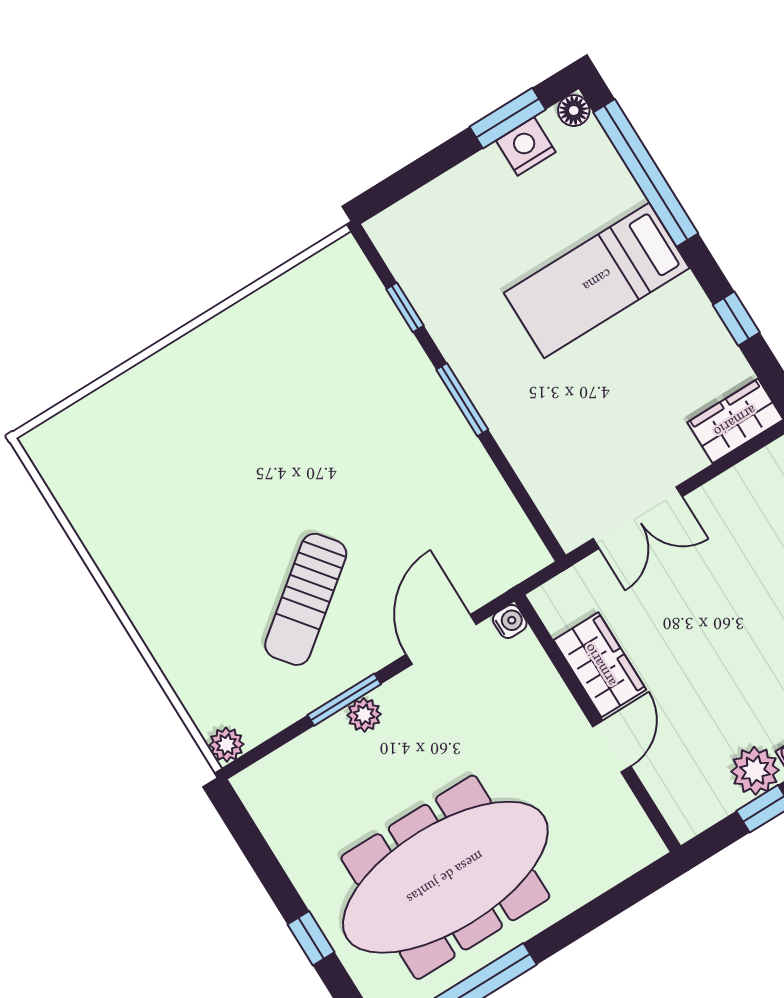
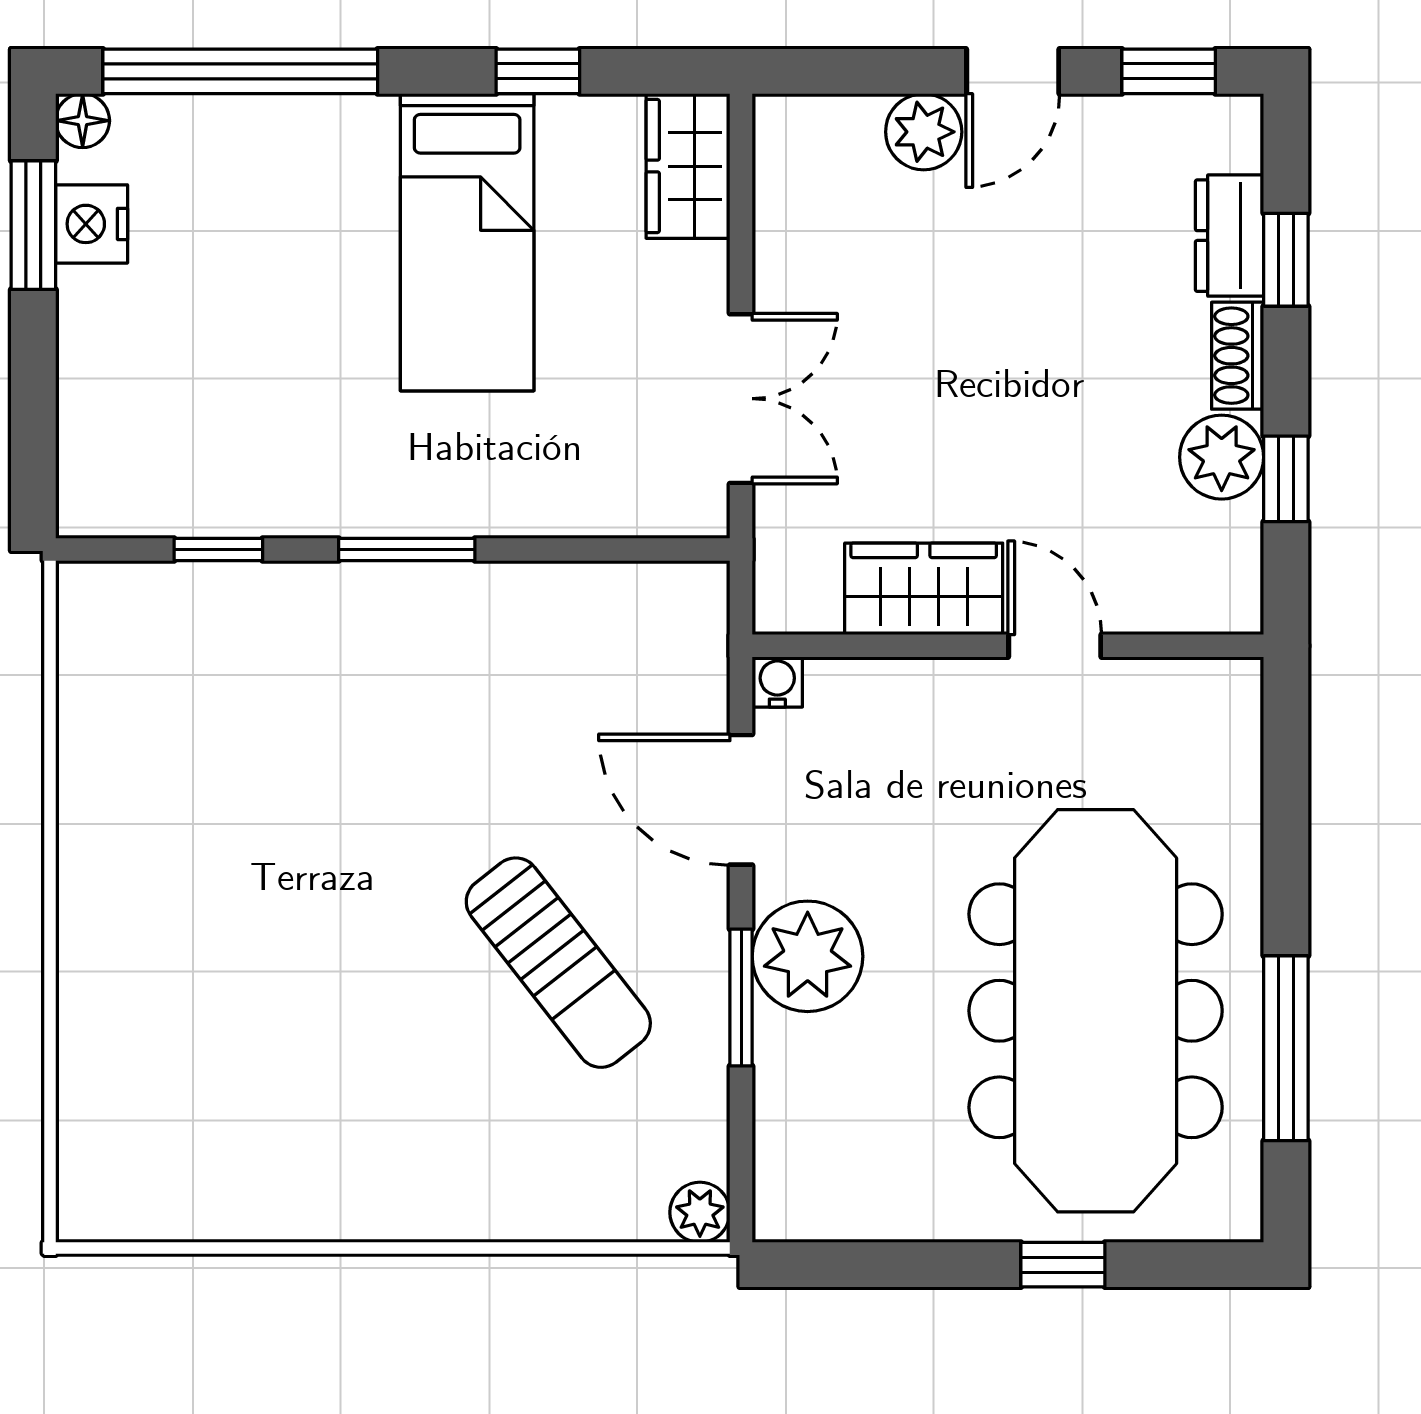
bed: (597, 280) -> (467, 242), moved
plant: (364, 715) -> (808, 956), width x1.87, depth x1.87

